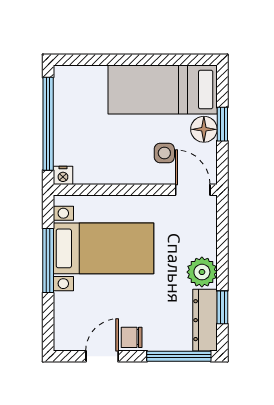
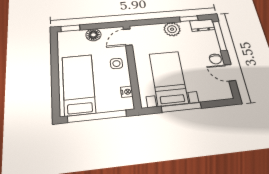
bed: (163, 89) -> (79, 84), moved, turned 180
window: (222, 124) -> (70, 28), moved
side table: (164, 153) -> (116, 63), moved
nightstand: (63, 175) -> (127, 92), moved
dresser: (205, 320) -> (202, 25), width x0.70

